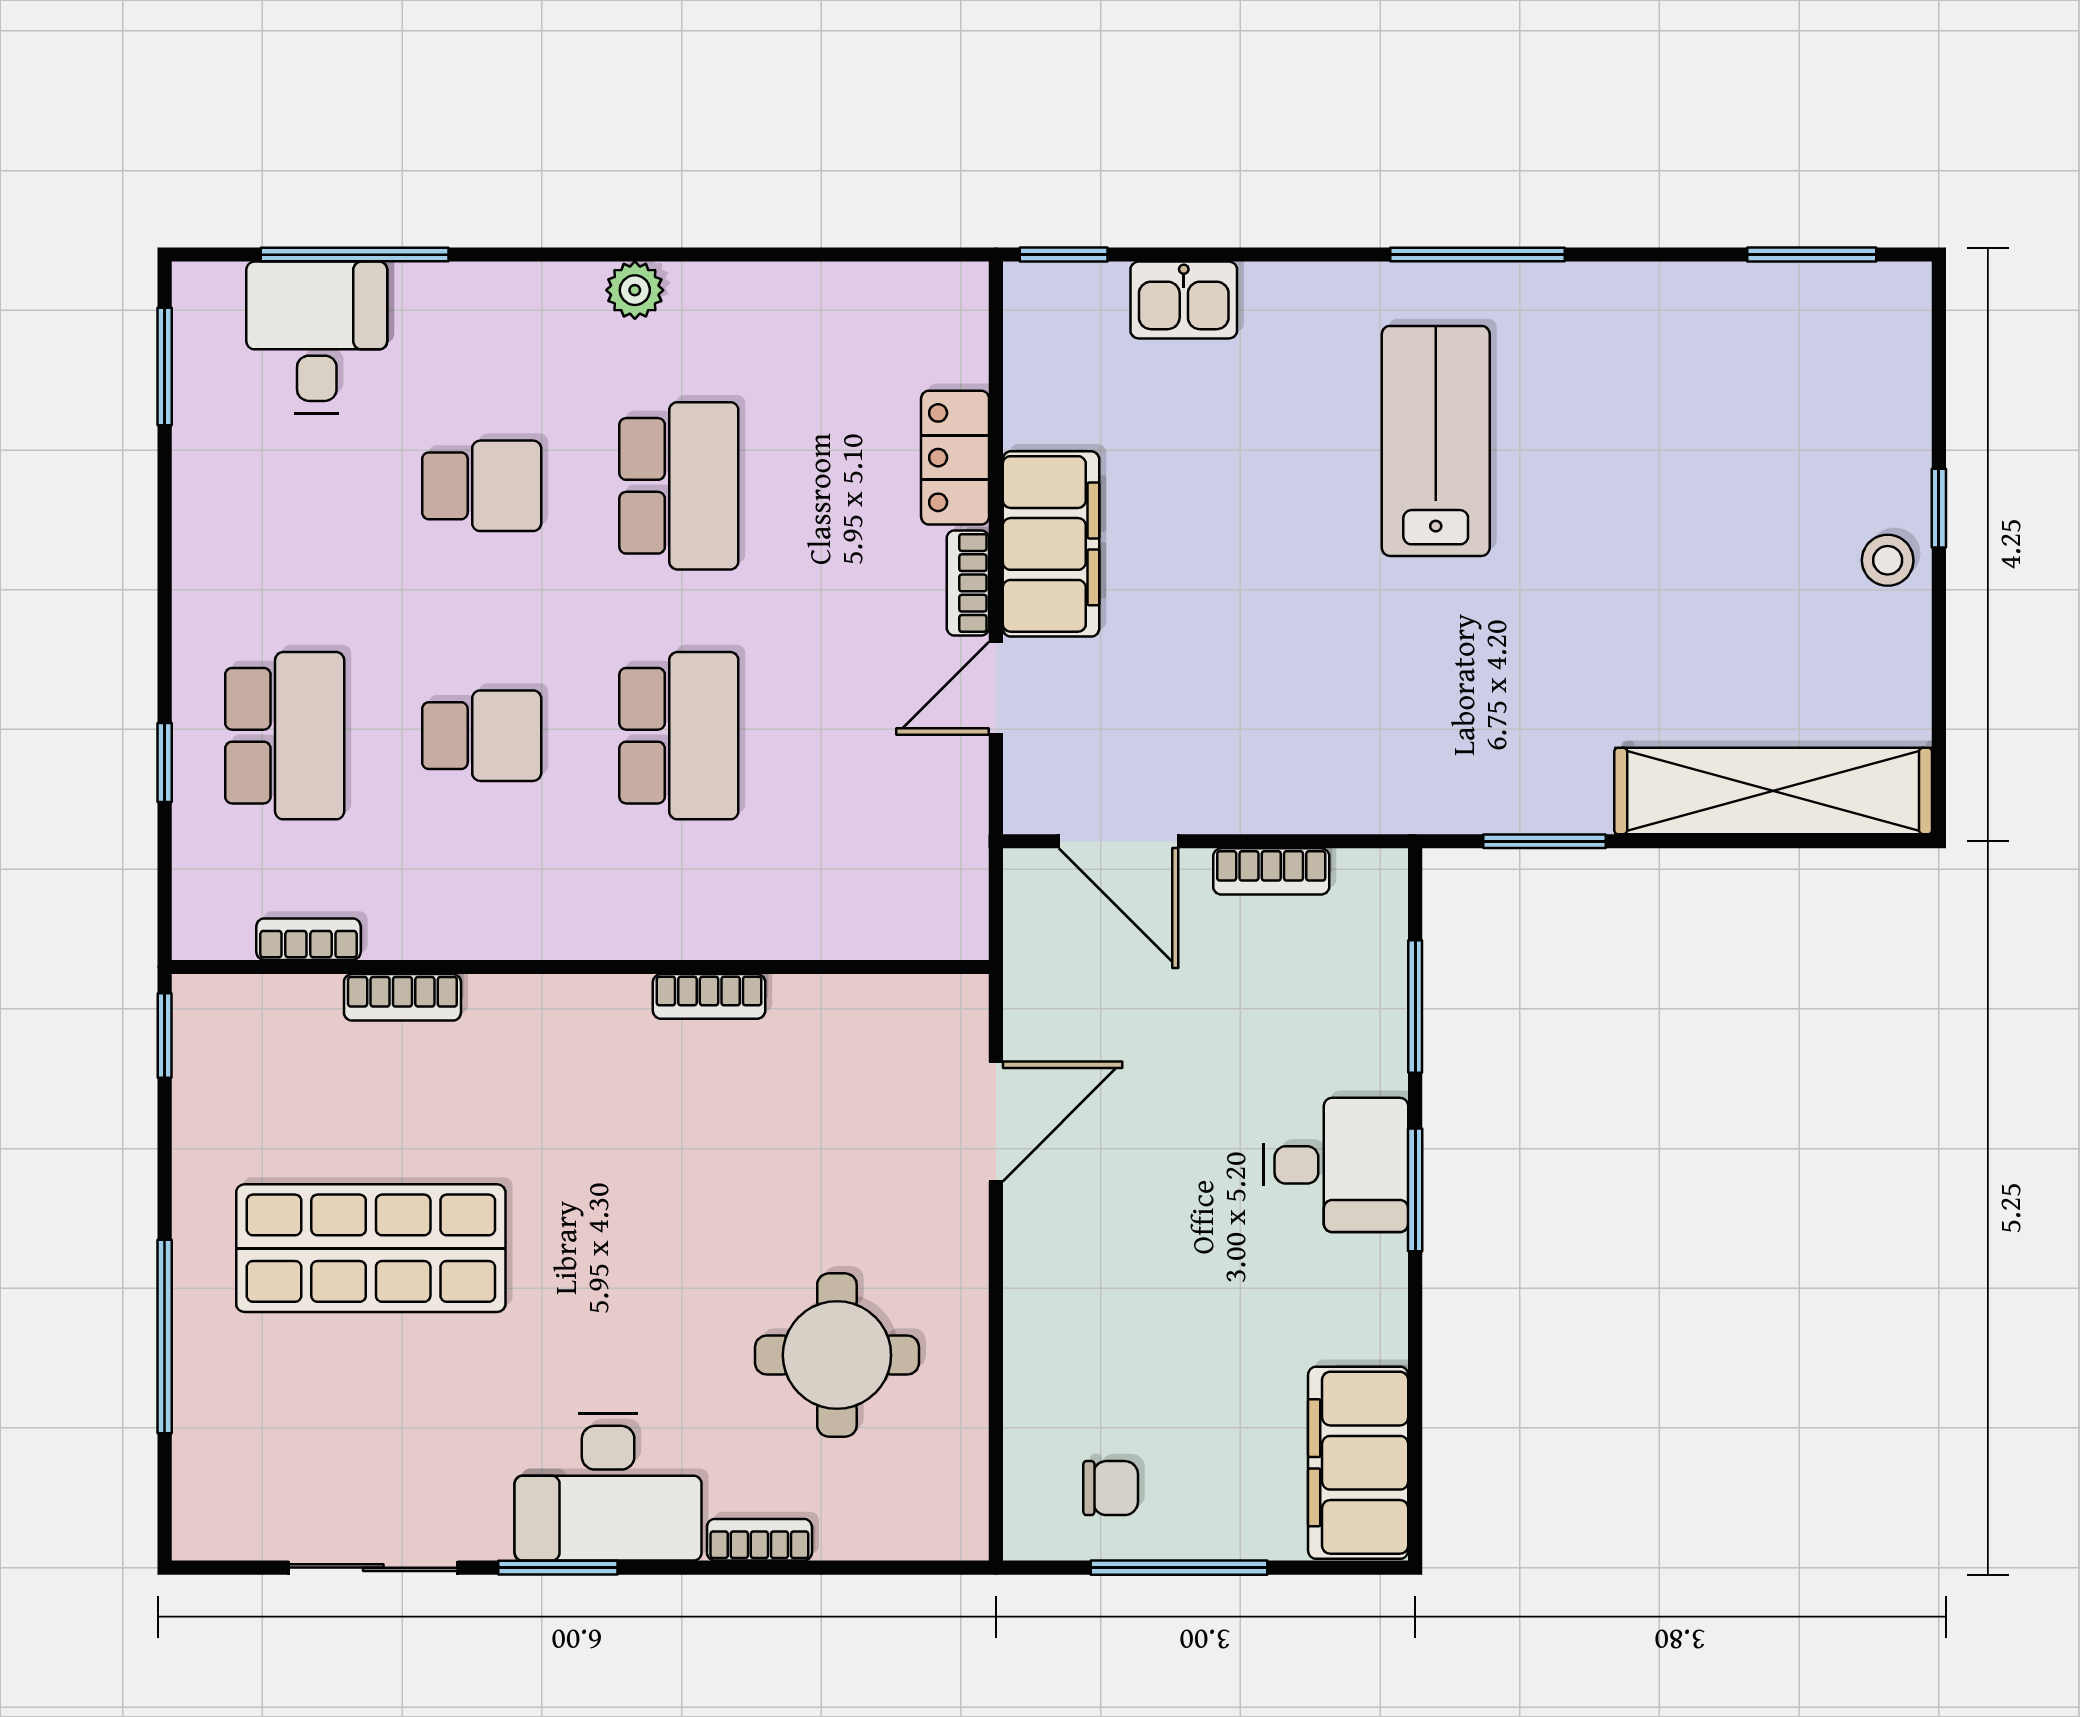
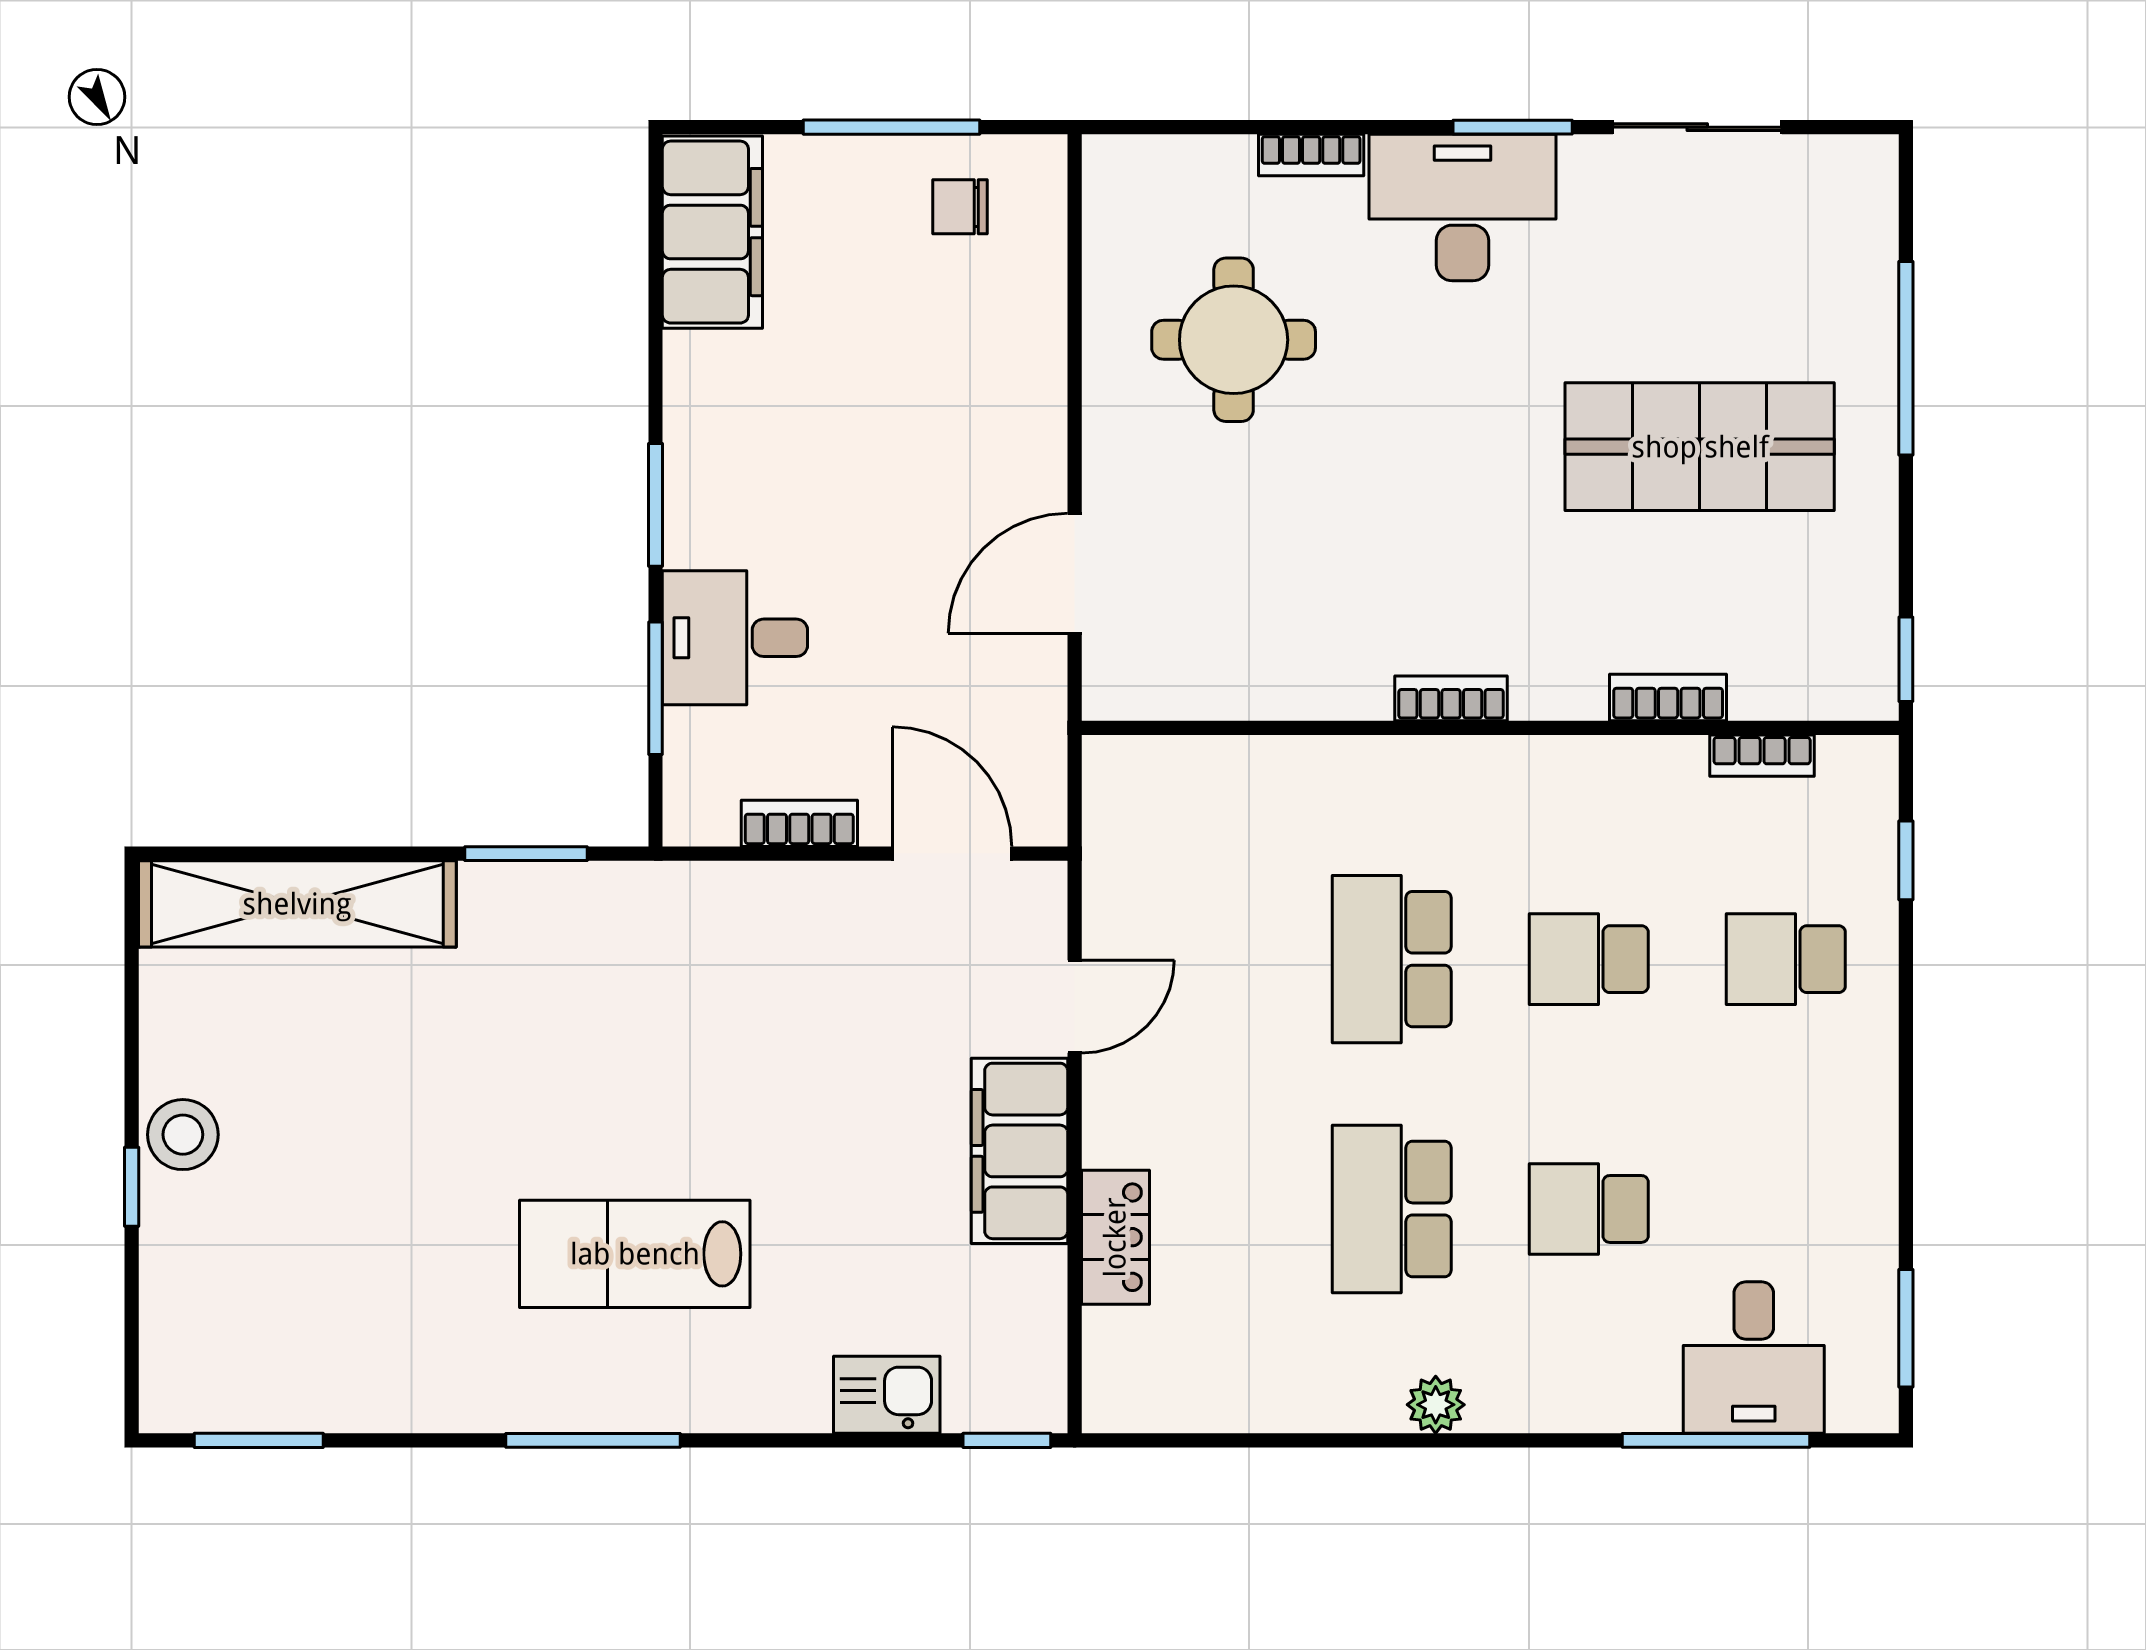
lab bench: (1436, 441) -> (635, 1254), turned 90
stool: (1888, 560) -> (183, 1135), width x1.37, depth x1.37
bookcase: (968, 583) -> (1103, 1112), removed
school desk: (285, 736) -> (1786, 959), width x0.54
window: (165, 763) -> (1906, 860), moved
bookcase: (709, 996) -> (1451, 698), moved
desk: (1336, 1165) -> (735, 638), moved

